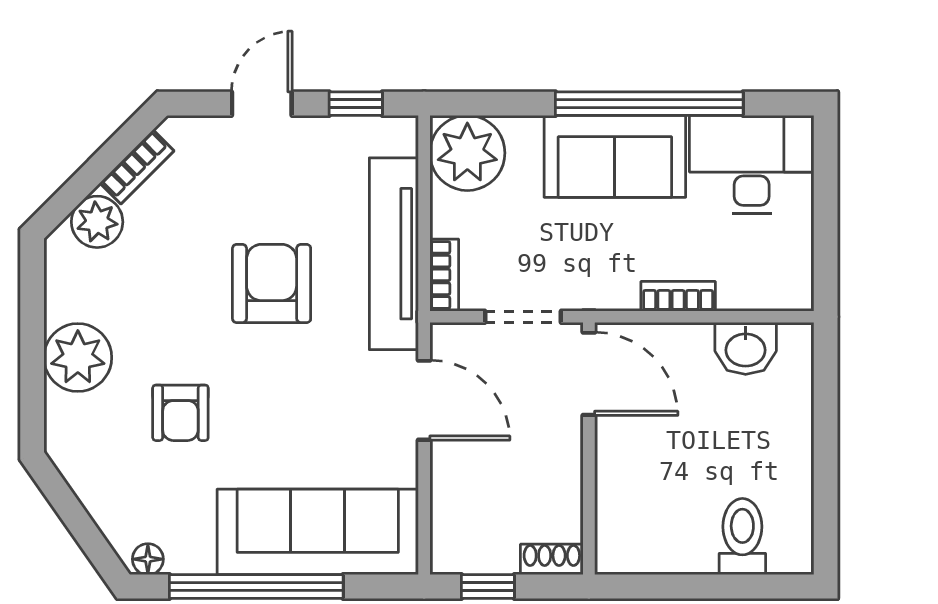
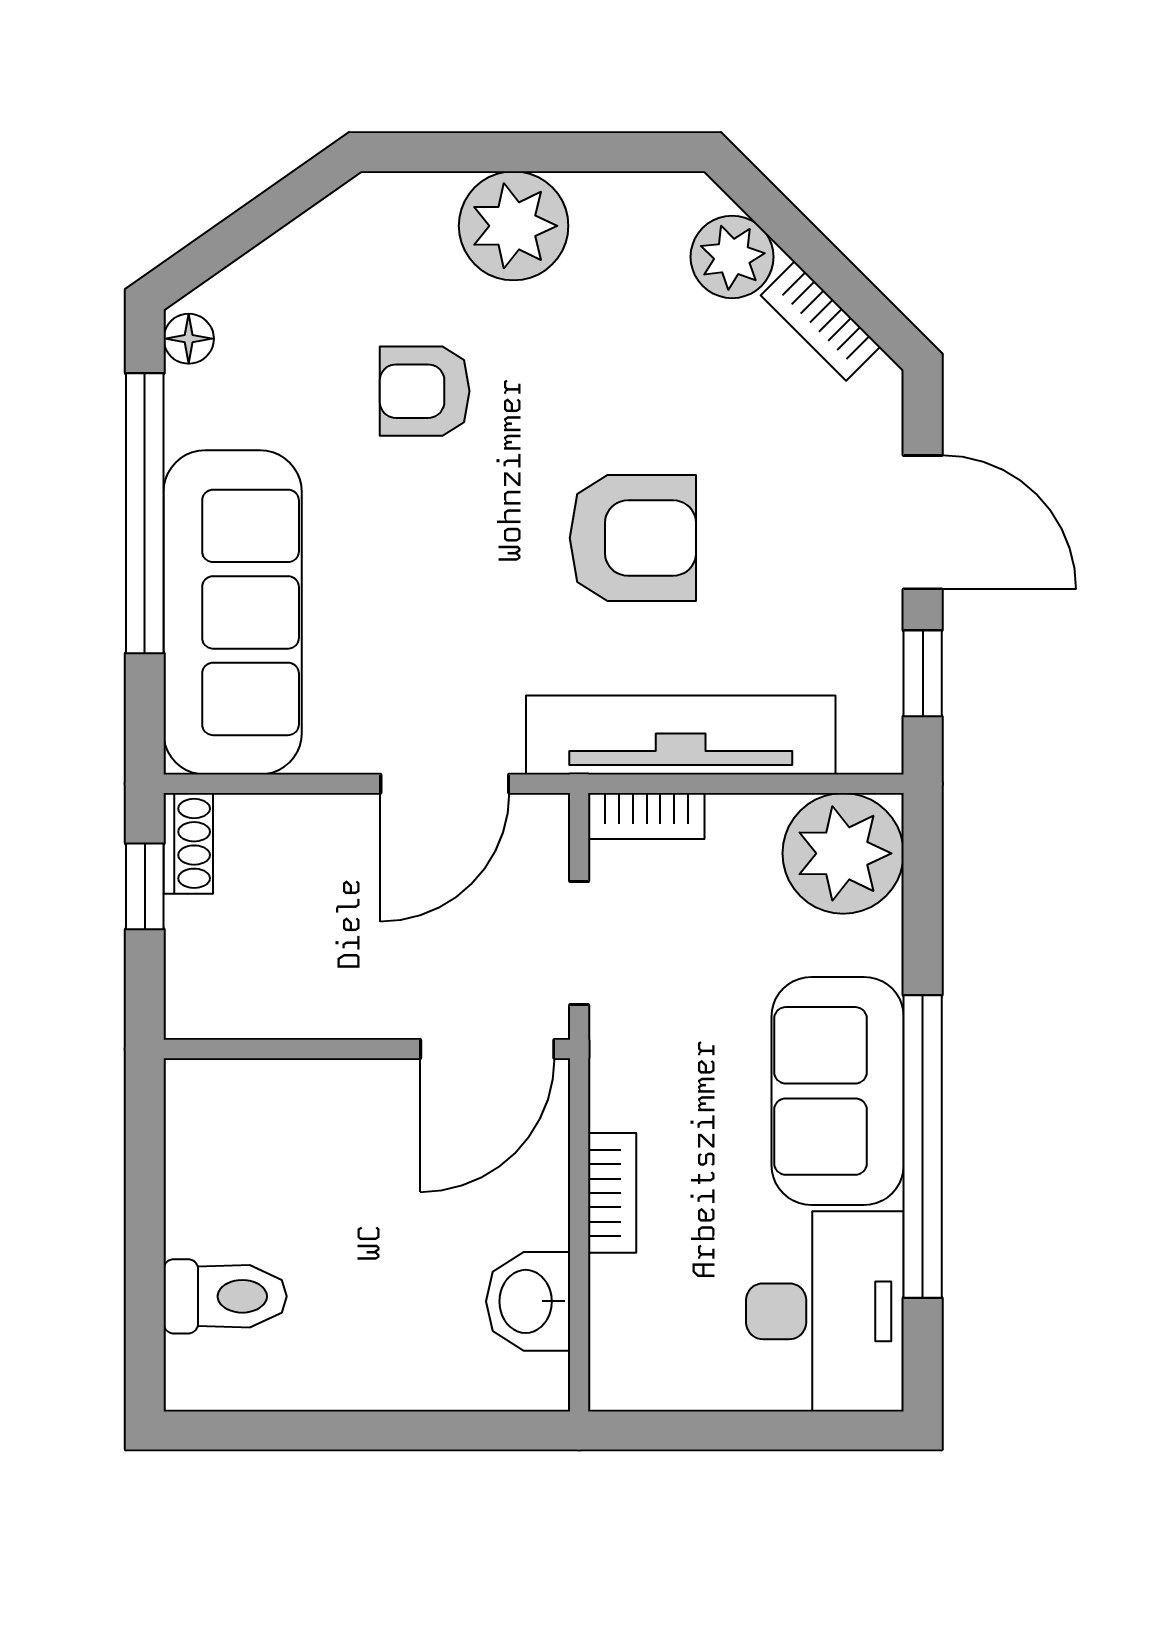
door: (262, 104) -> (923, 522), width x1.38
shoe rack: (552, 559) -> (188, 843), moved

